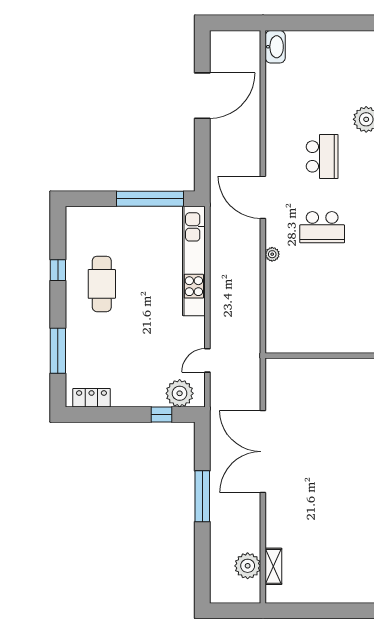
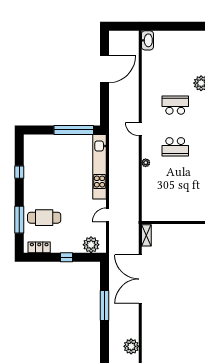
school desk: (322, 156) -> (175, 105), turned -90
door: (263, 197) -> (140, 129), width x0.53
cafe table: (102, 284) -> (44, 218), moved, turned 90
door: (207, 360) -> (108, 215), moved
window: (162, 414) -> (66, 257), moved
shelving: (273, 566) -> (146, 235), moved

